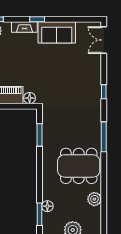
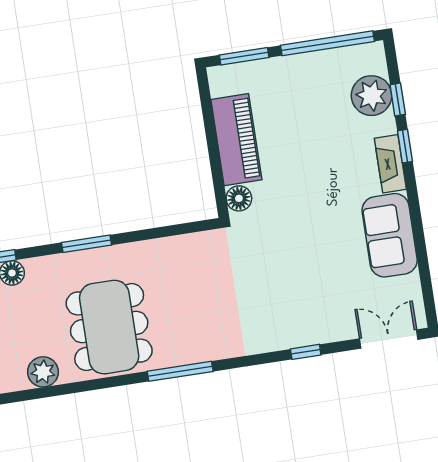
window: (37, 19) -> (405, 146), moved
window: (104, 92) -> (306, 352), moved
window: (39, 135) -> (87, 244), moved

